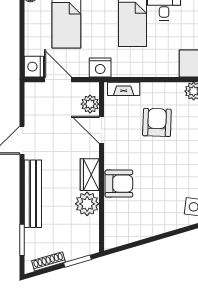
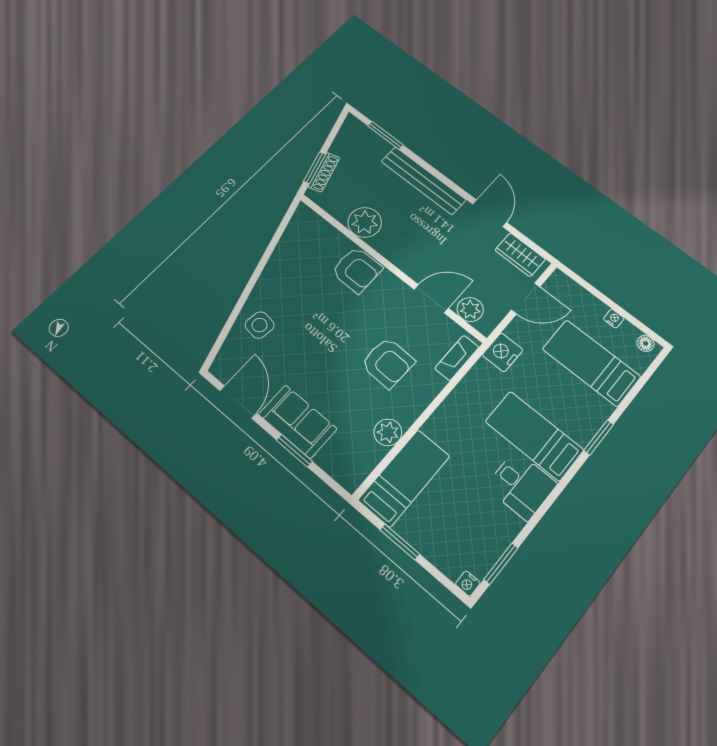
nightstand: (34, 67) -> (614, 319), moved, width x0.53, depth x0.56
wardrobe: (90, 175) -> (520, 255), moved, turned 180
armchair: (119, 184) -> (357, 270), turned -90
shoe rack: (48, 261) -> (324, 172), moved

